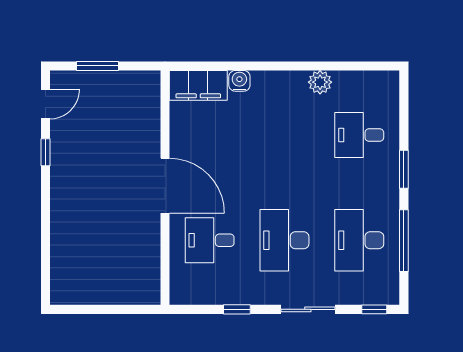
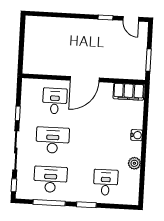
window: (98, 66) -> (149, 60), moved
water cooler: (239, 81) -> (137, 135), moved
filing cabinet: (198, 85) -> (129, 92), moved, turned -90
sliding door: (308, 309) -> (16, 151), width x1.37

